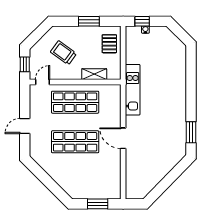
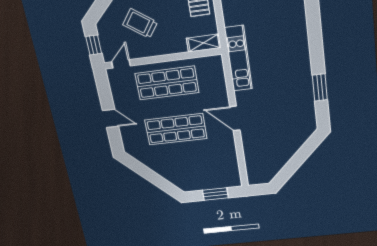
shelving: (94, 74) -> (204, 43), moved
door: (25, 126) -> (111, 118), swing flipped
window: (191, 132) -> (320, 88), moved

